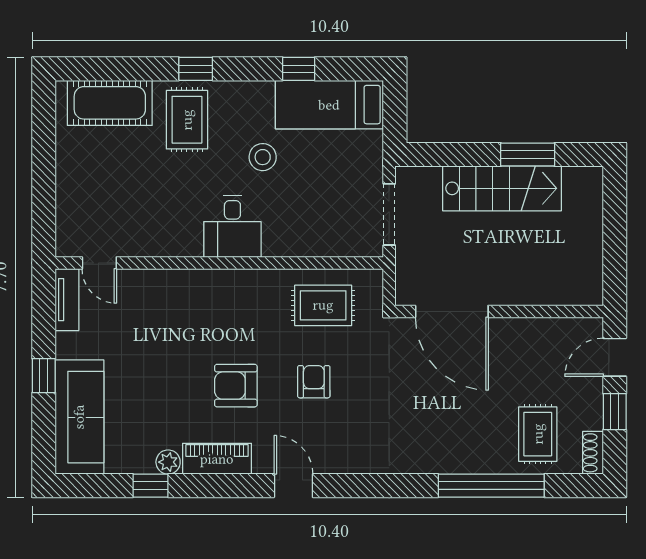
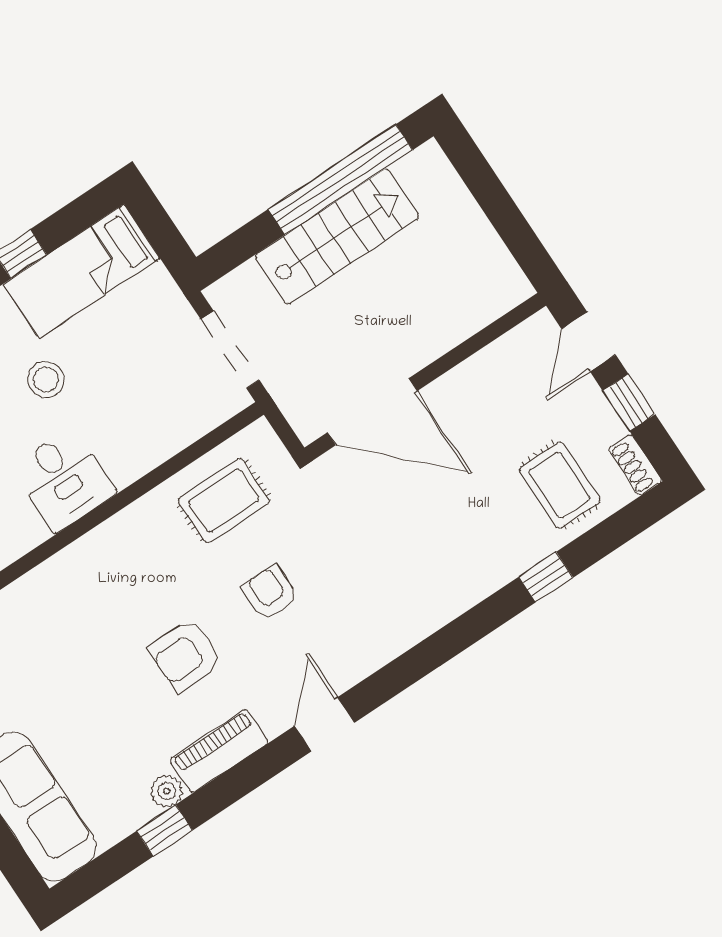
window: (528, 155) -> (340, 180), width x2.11
door: (293, 486) -> (324, 724), hinge flipped
window: (491, 486) -> (546, 577), width x0.32

